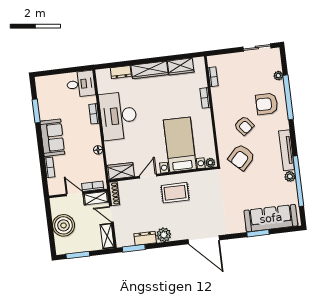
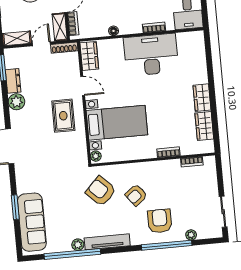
wardrobe: (150, 70) -> (202, 98), width x0.67
dresser: (121, 72) -> (200, 59), removed

